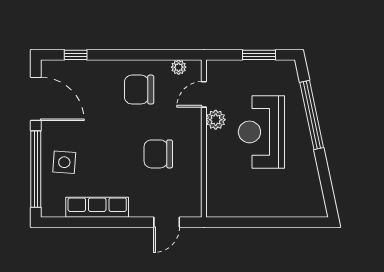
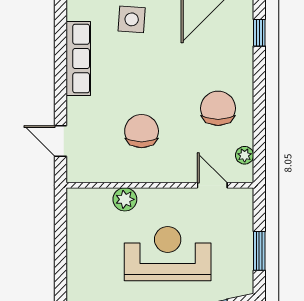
plant: (216, 120) -> (125, 199), moved

